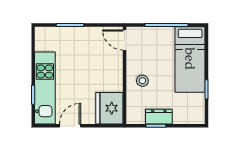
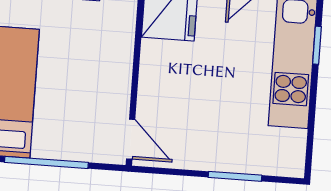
stool: (142, 81) -> (102, 57), removed

